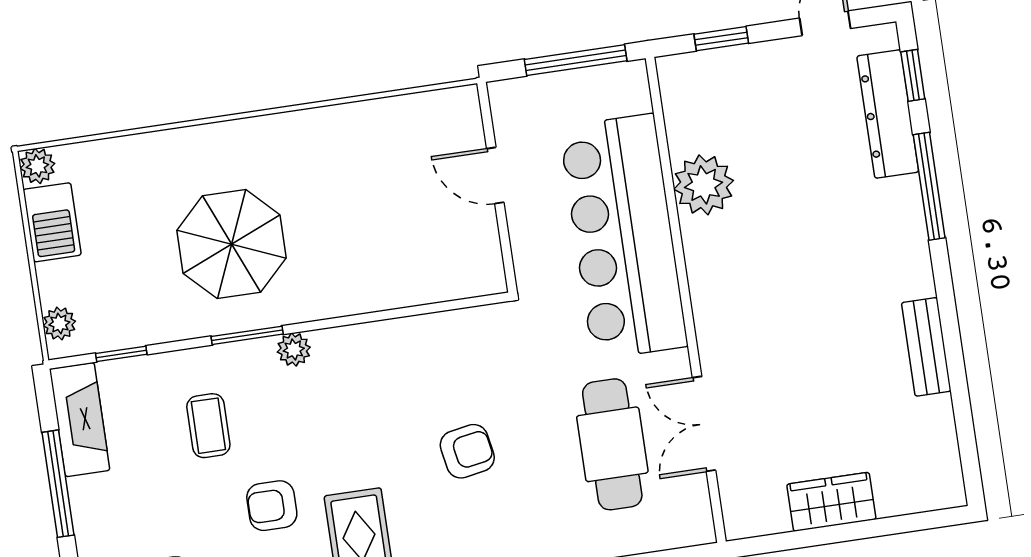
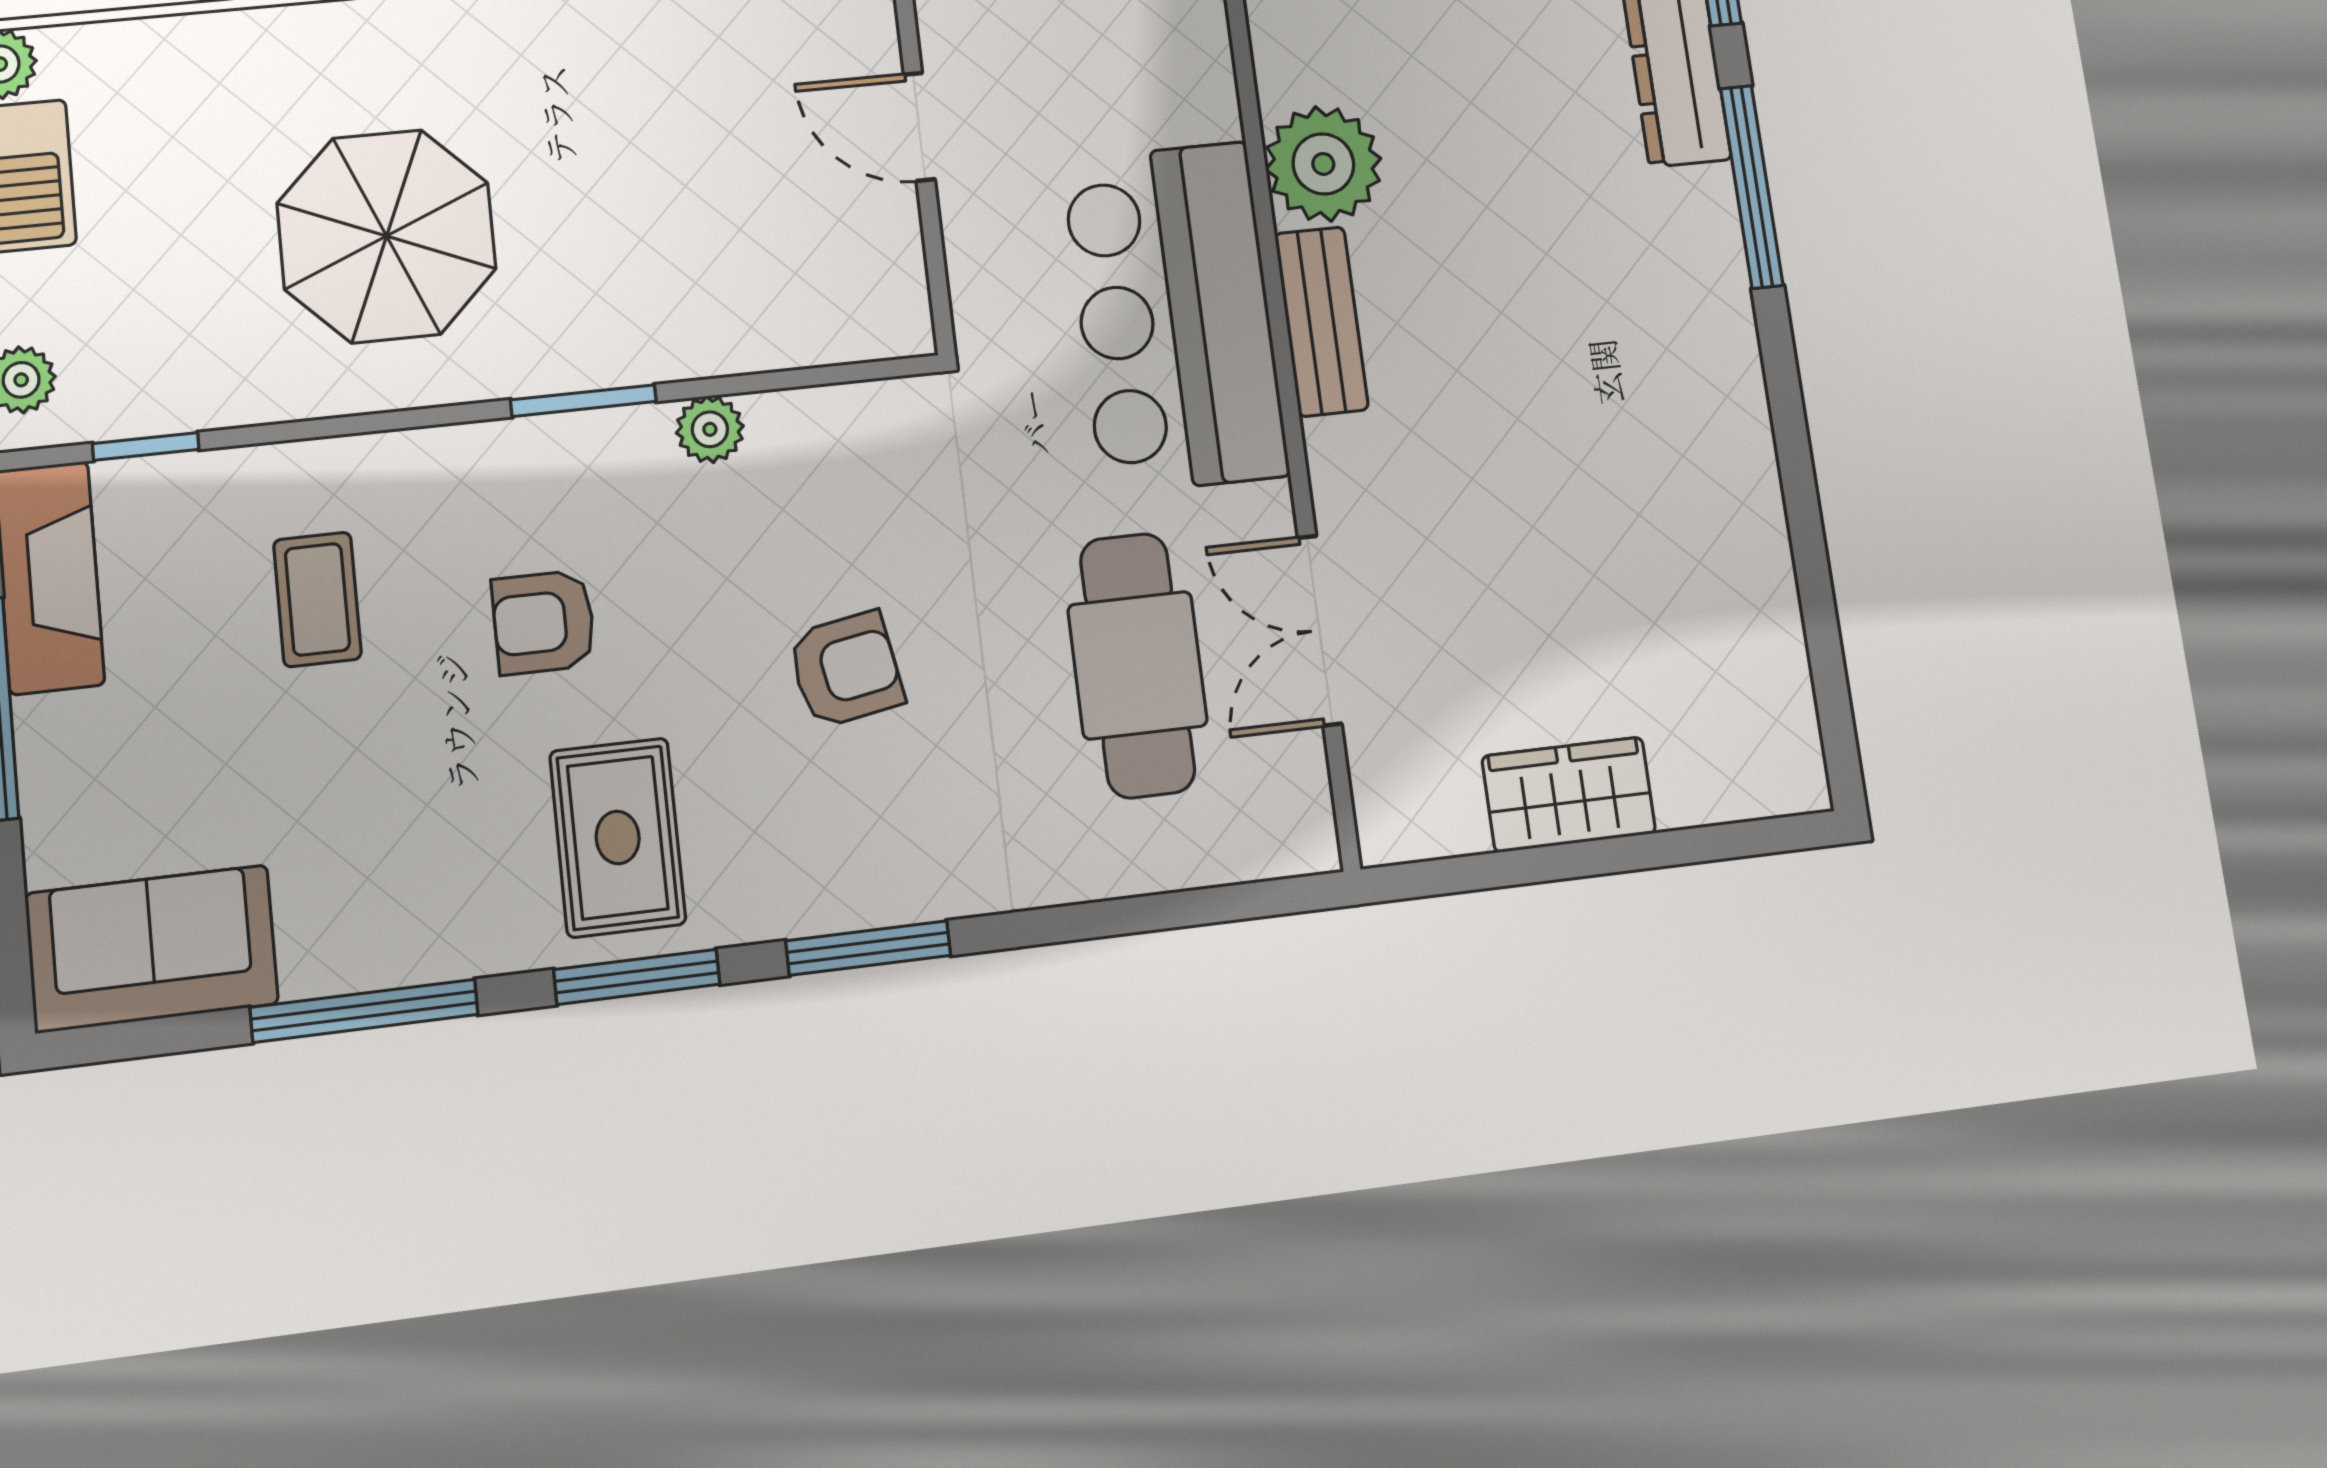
bar counter: (624, 237) -> (1175, 317), width x0.73
window: (247, 335) -> (583, 401), moved
bench: (926, 347) -> (1321, 321), moved
plant: (294, 350) -> (710, 429), moved
armchair: (272, 506) -> (544, 622), moved

